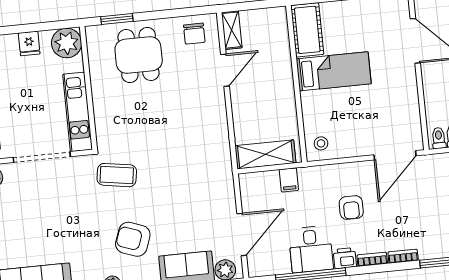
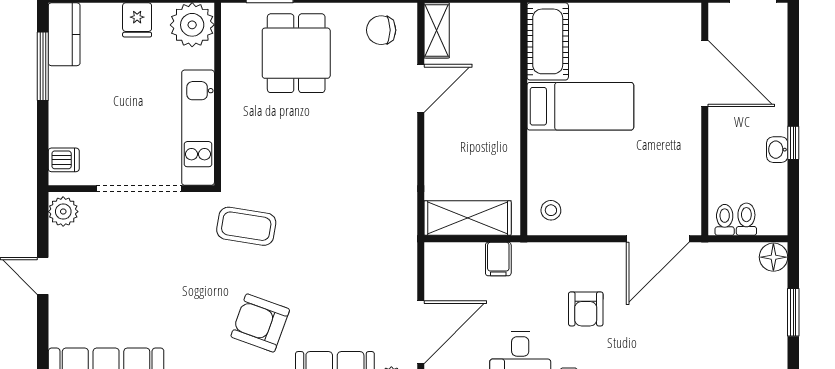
chair: (194, 34) -> (381, 30), turned 90

